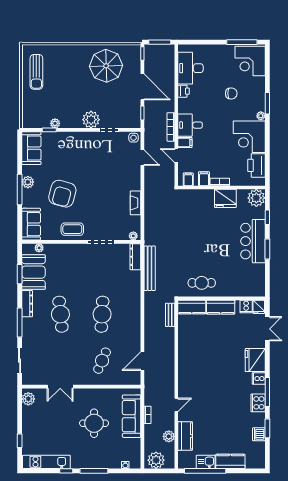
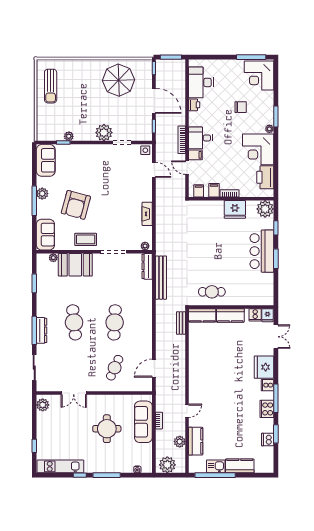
booth: (34, 272) -> (75, 265), moved, turned 90
dresser: (27, 304) -> (41, 330), moved

